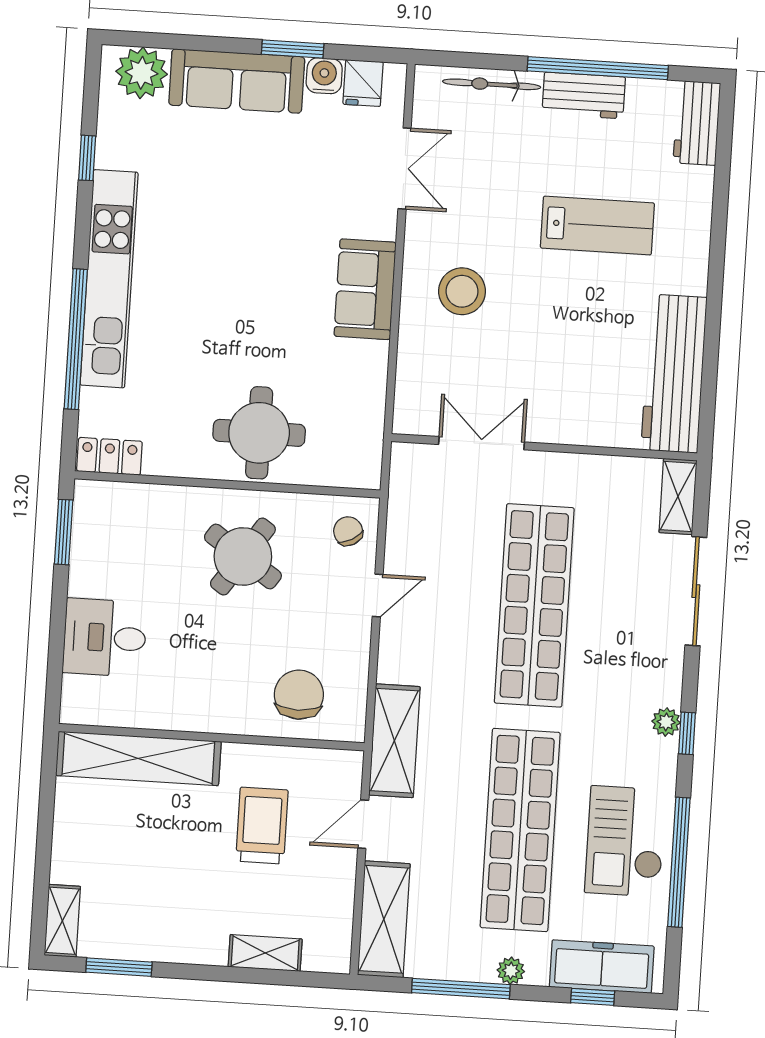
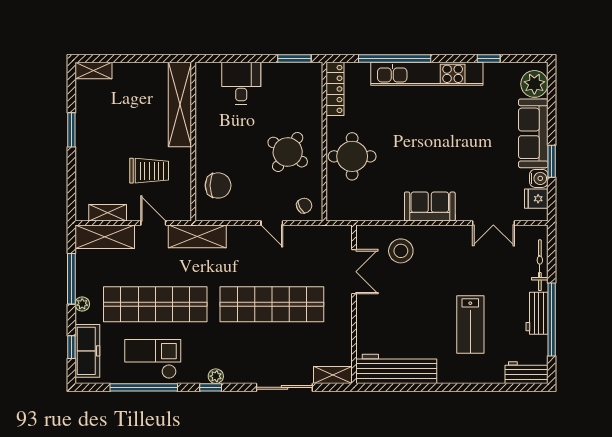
stool: (462, 291) -> (401, 251), moved
locker: (109, 456) -> (335, 89), width x1.53
shelving: (265, 953) -> (108, 213), moved, turned 90
window: (119, 967) -> (71, 130), moved

